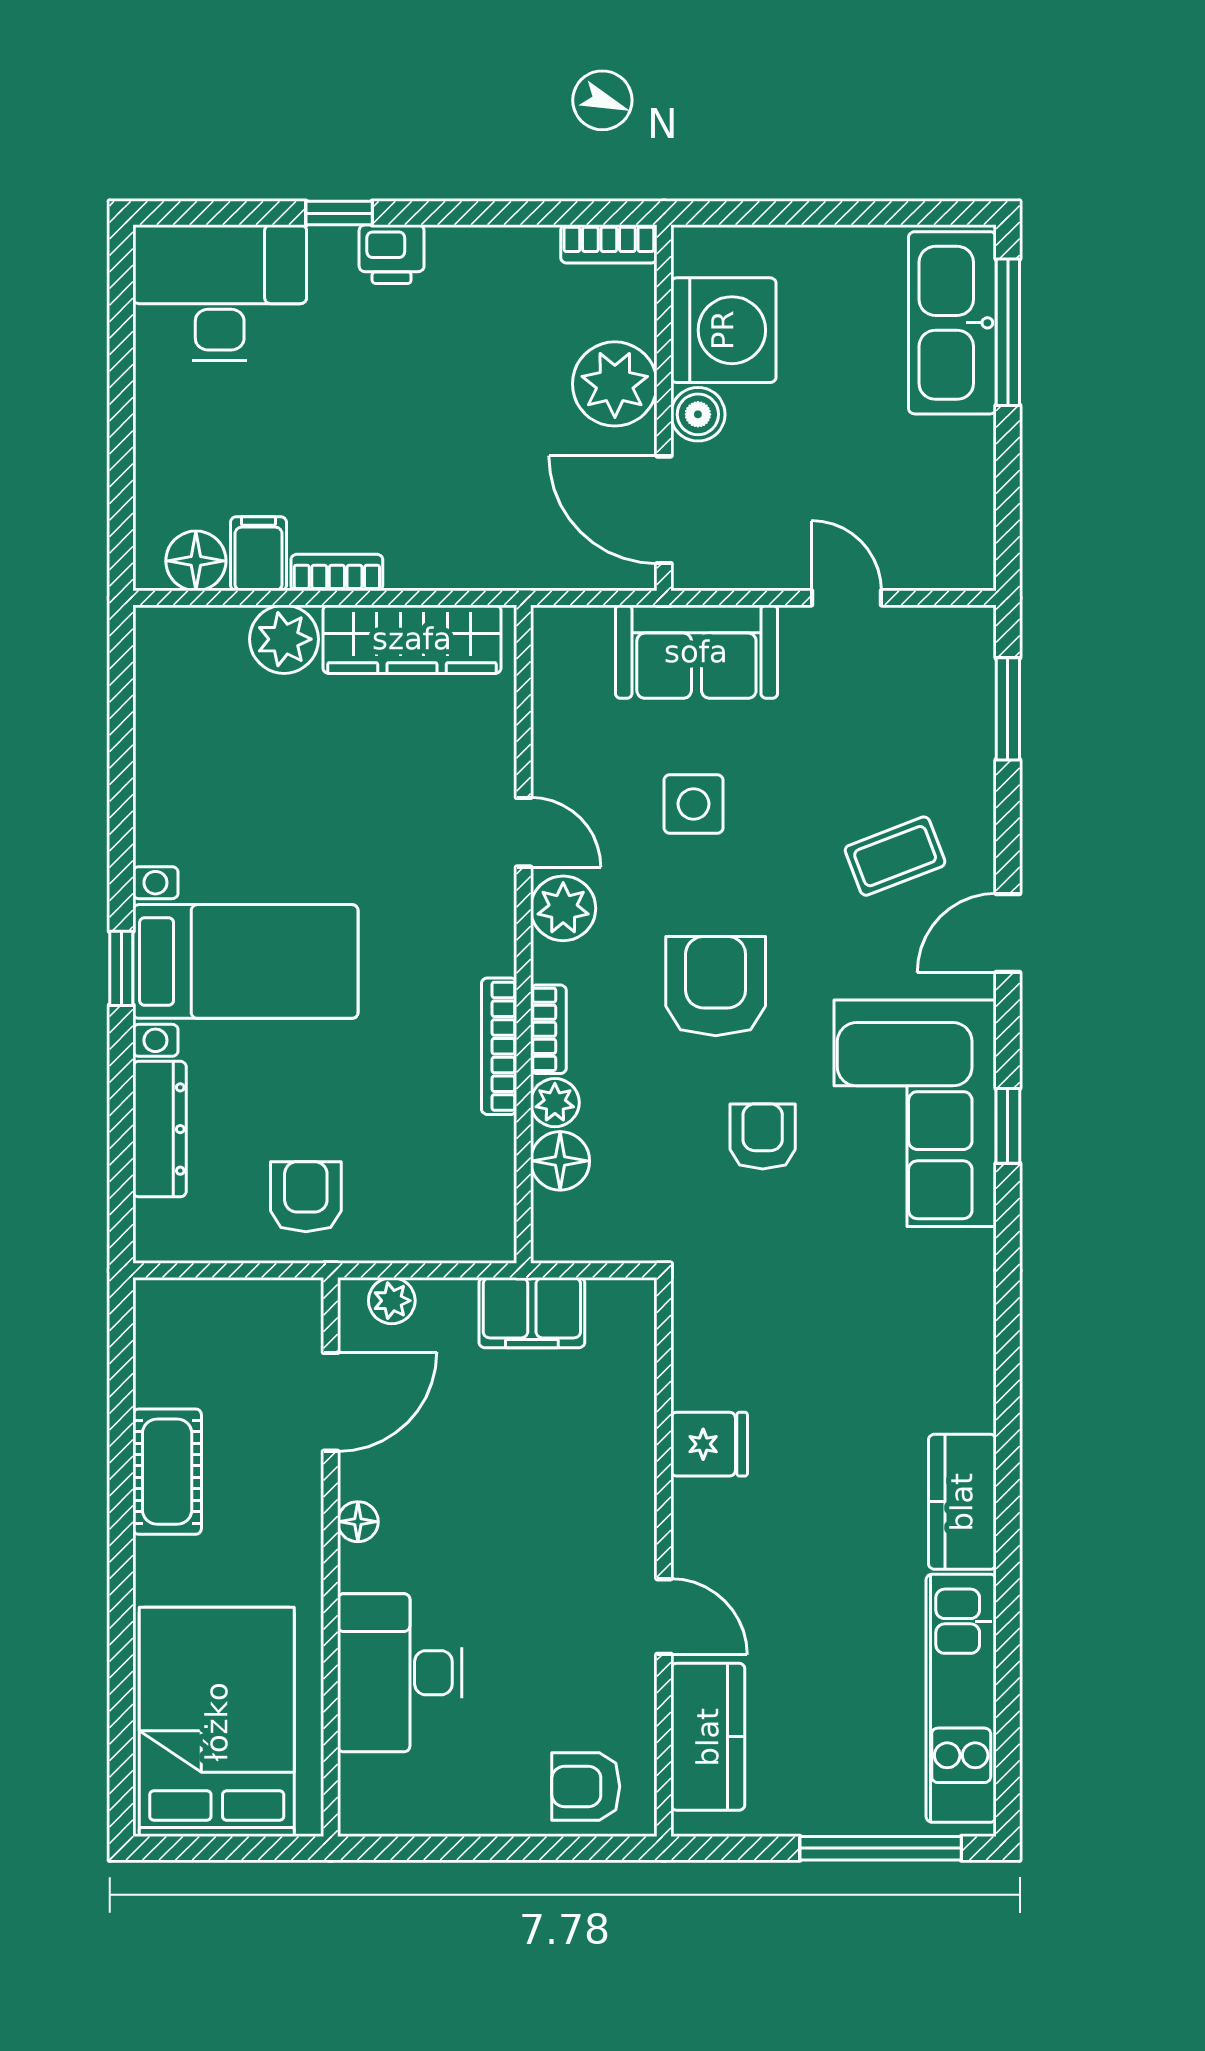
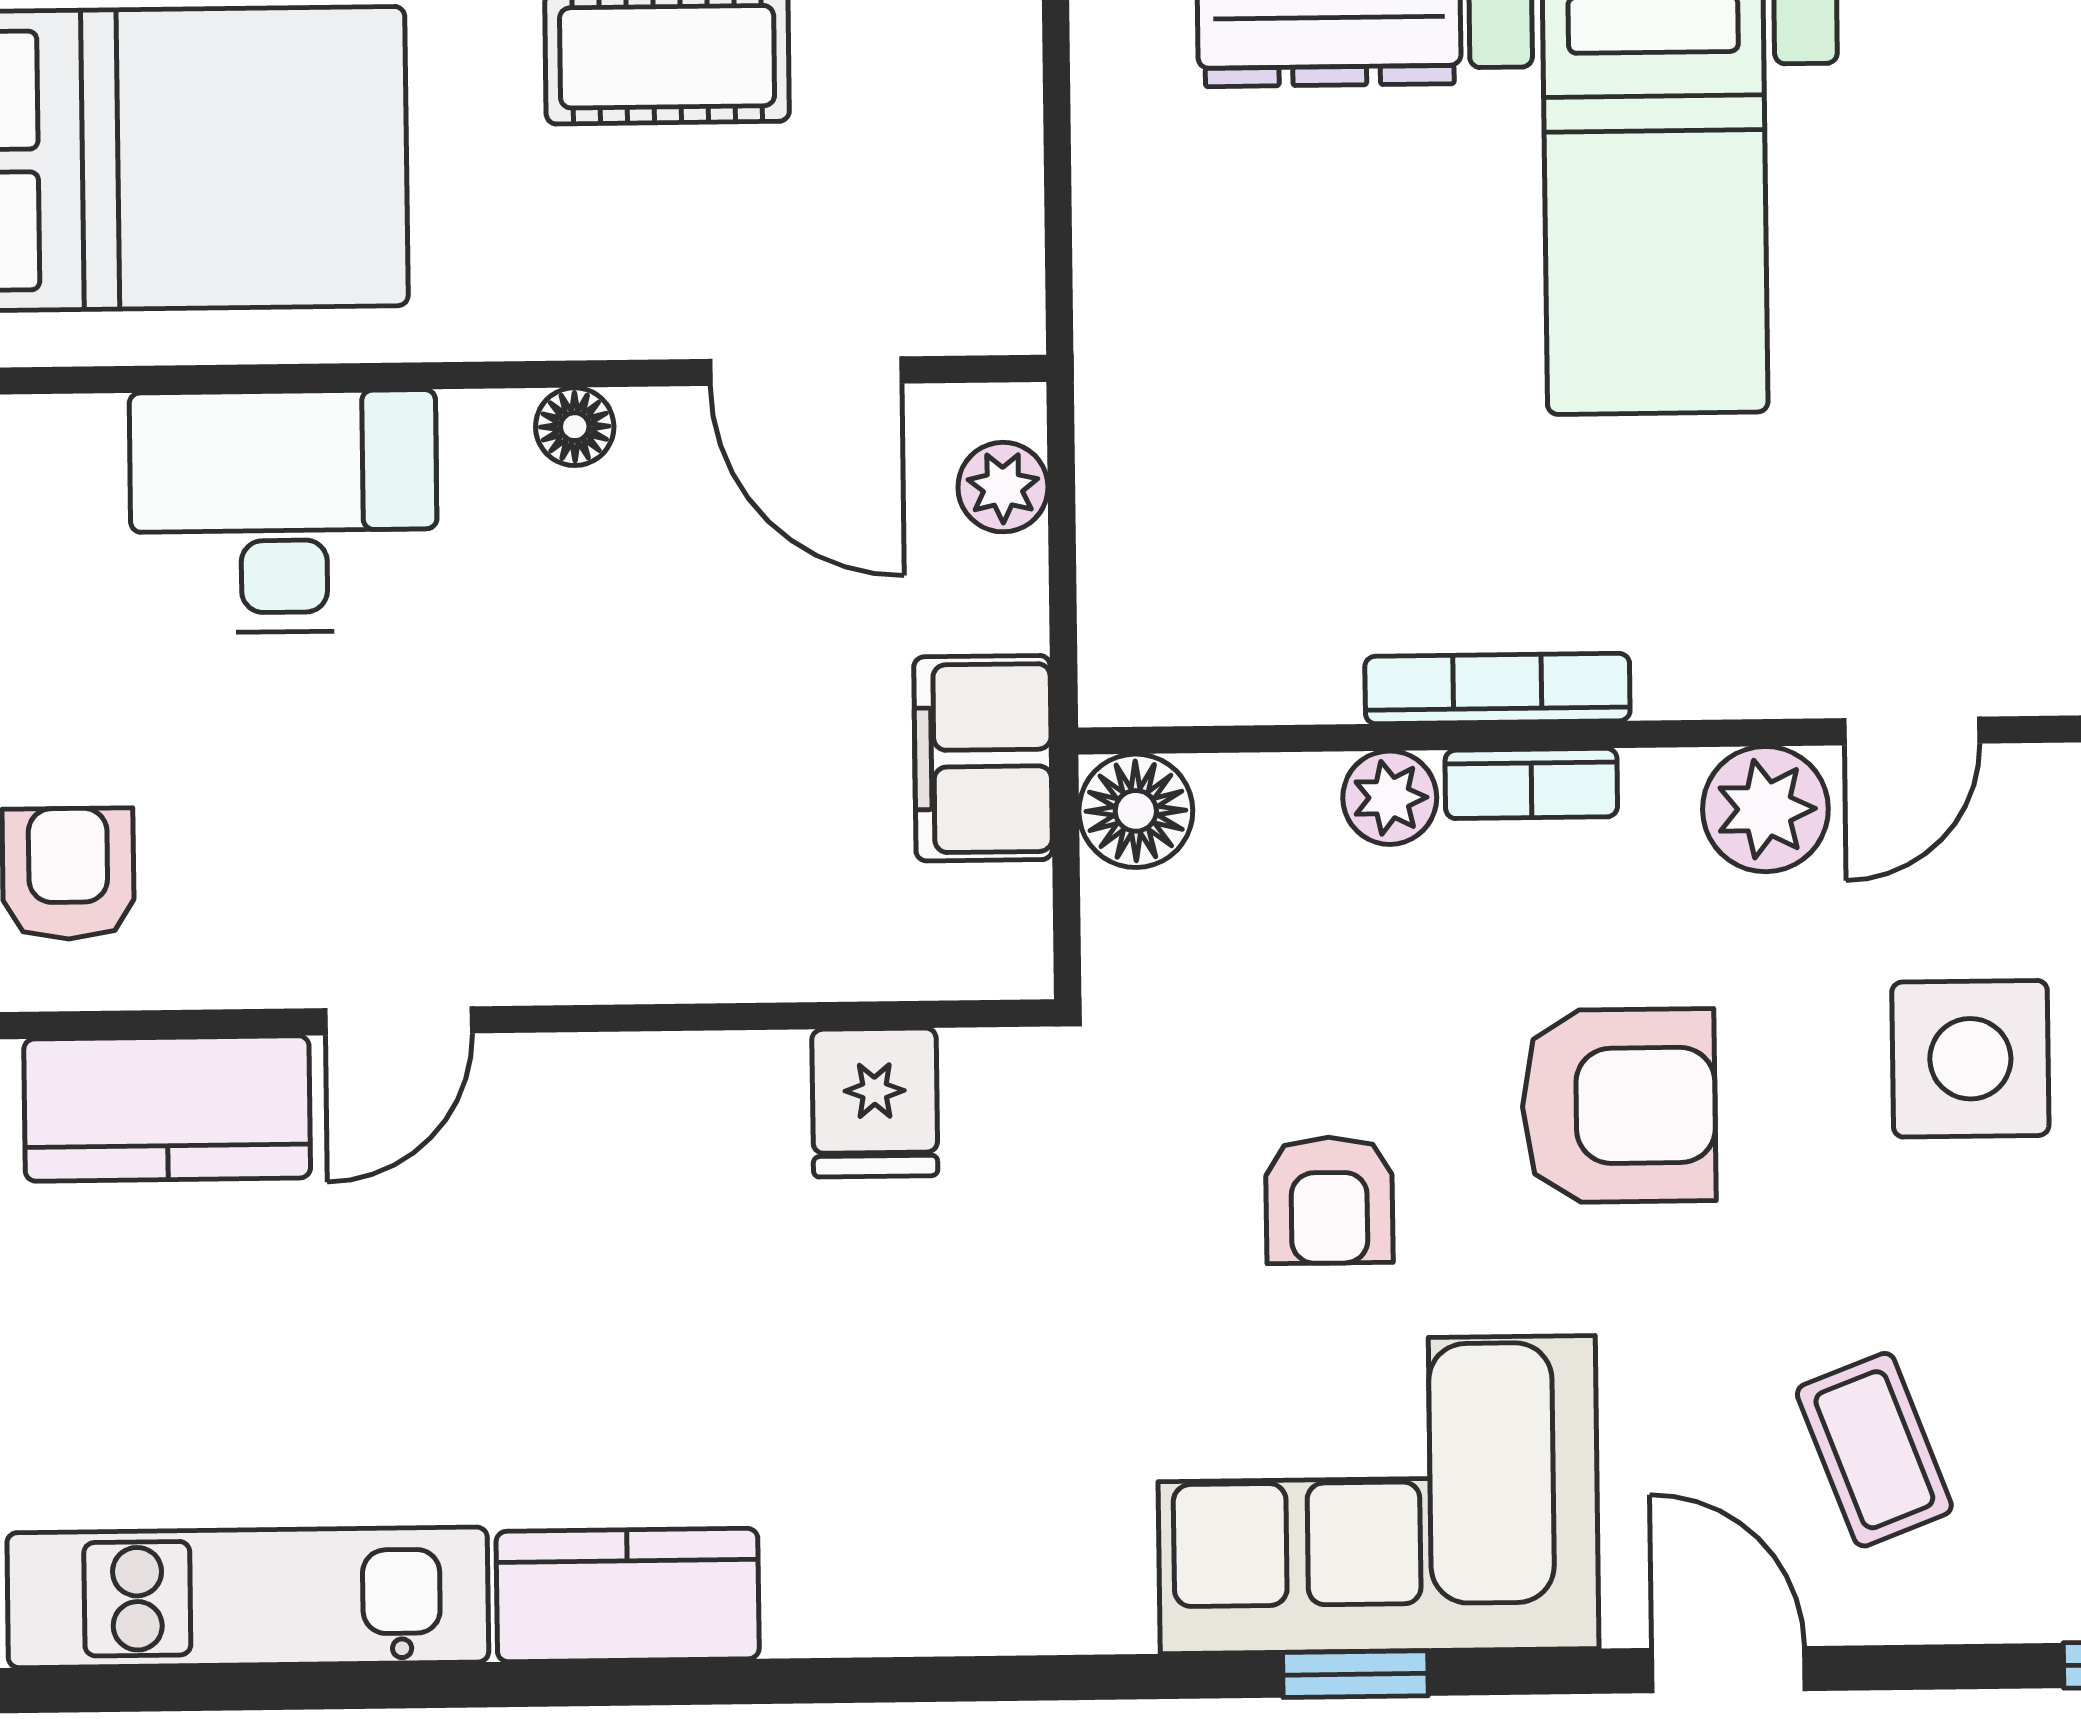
side table: (694, 804) -> (1970, 1059), width x1.37, depth x1.37
armchair: (763, 1136) -> (1329, 1200), turned 90
floor lamp: (560, 1161) -> (1136, 811), moved
armchair: (306, 1197) -> (1202, 318), removed
fridge: (709, 1444) -> (875, 1103), moved

